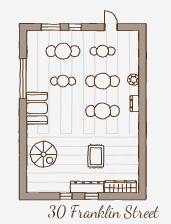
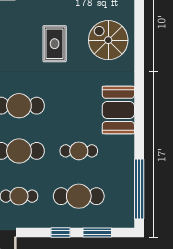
window: (23, 79) -> (139, 189), moved
rug: (96, 156) -> (55, 44), moved

